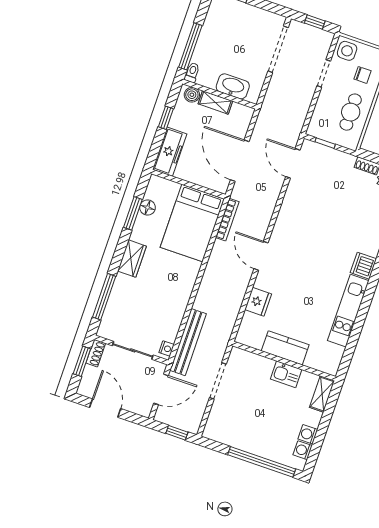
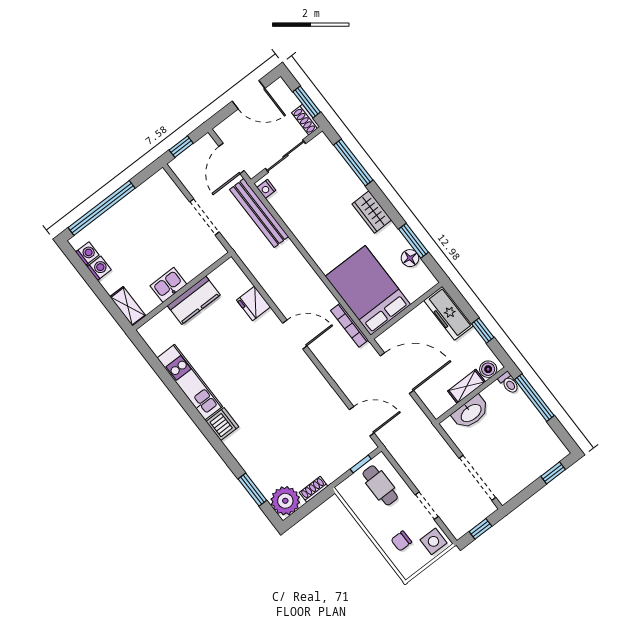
cafe table: (351, 112) -> (380, 485), moved

